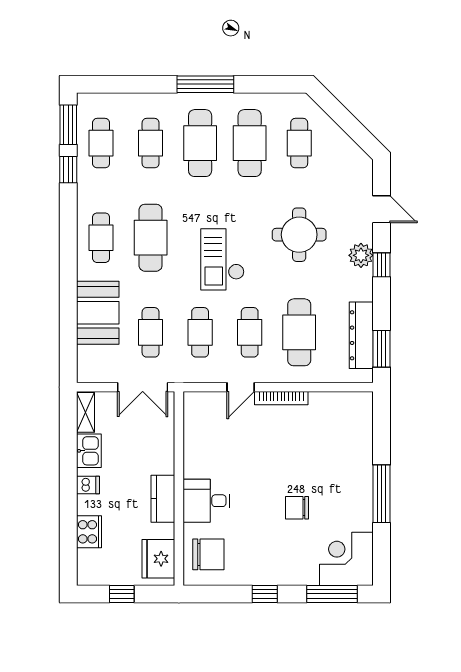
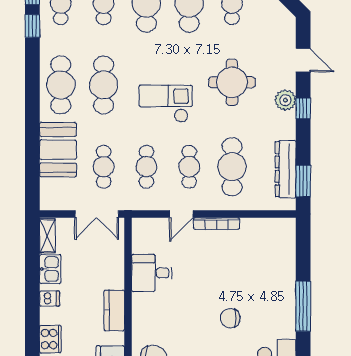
cafe table: (101, 238) -> (61, 85), width x1.37, depth x1.35
checkout: (222, 259) -> (166, 104), turned 90
desk: (206, 501) -> (152, 273), moved

